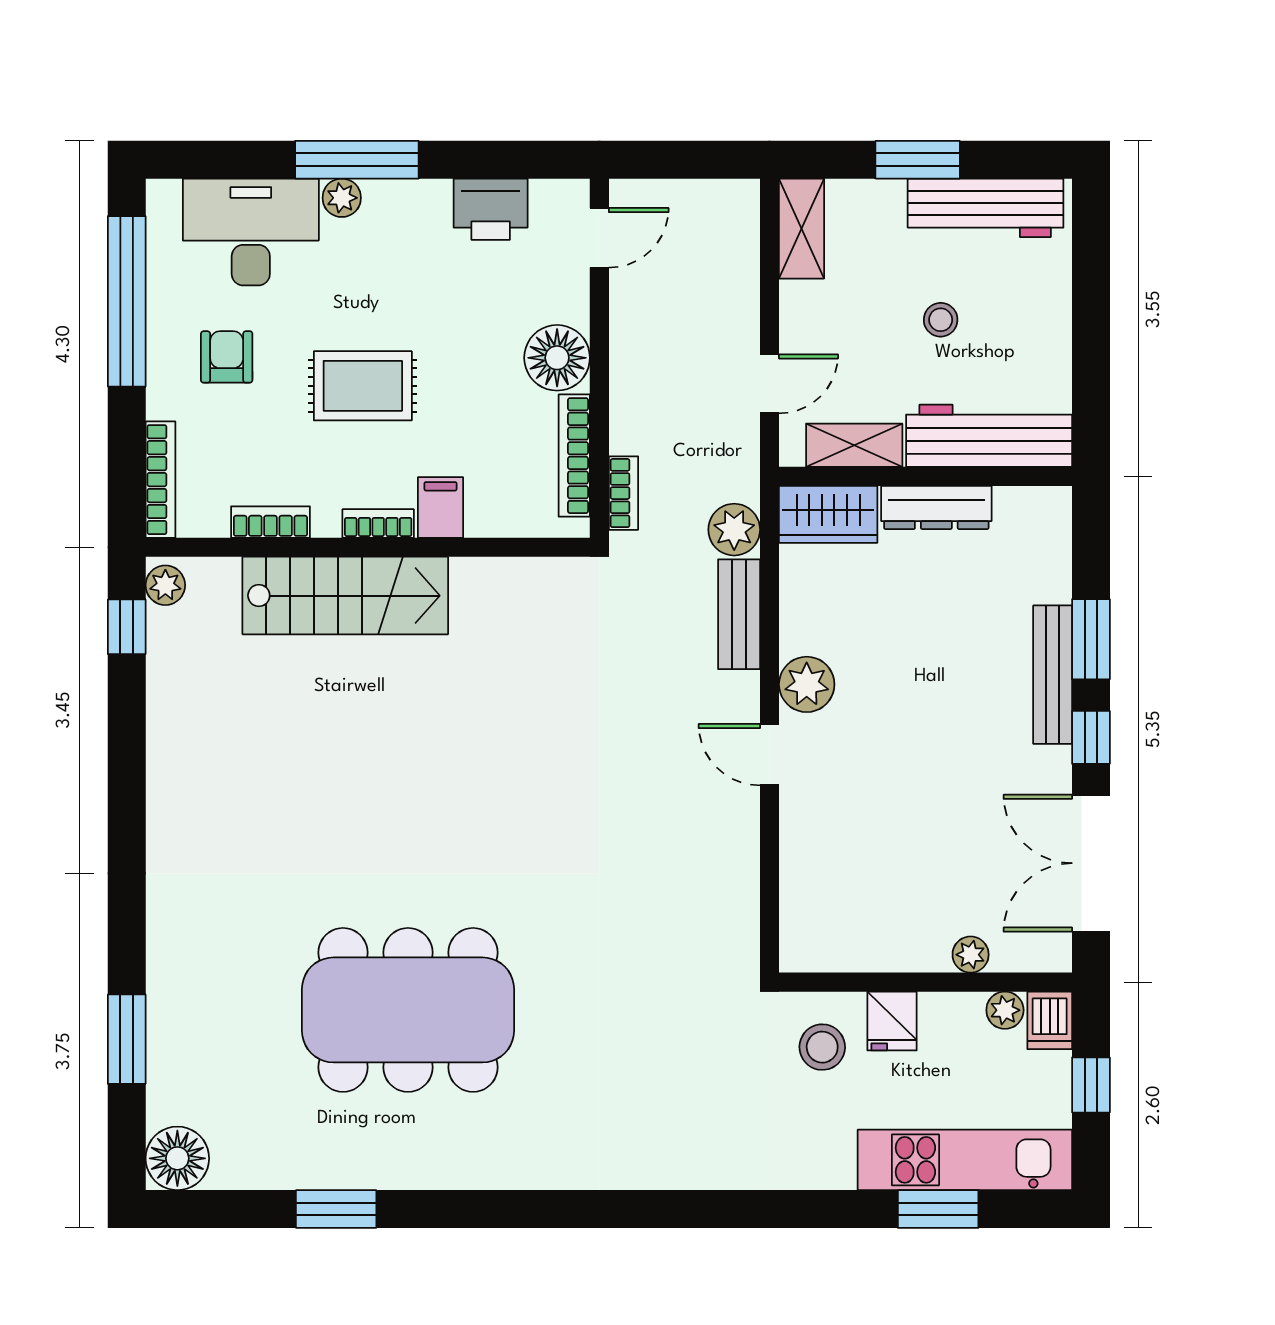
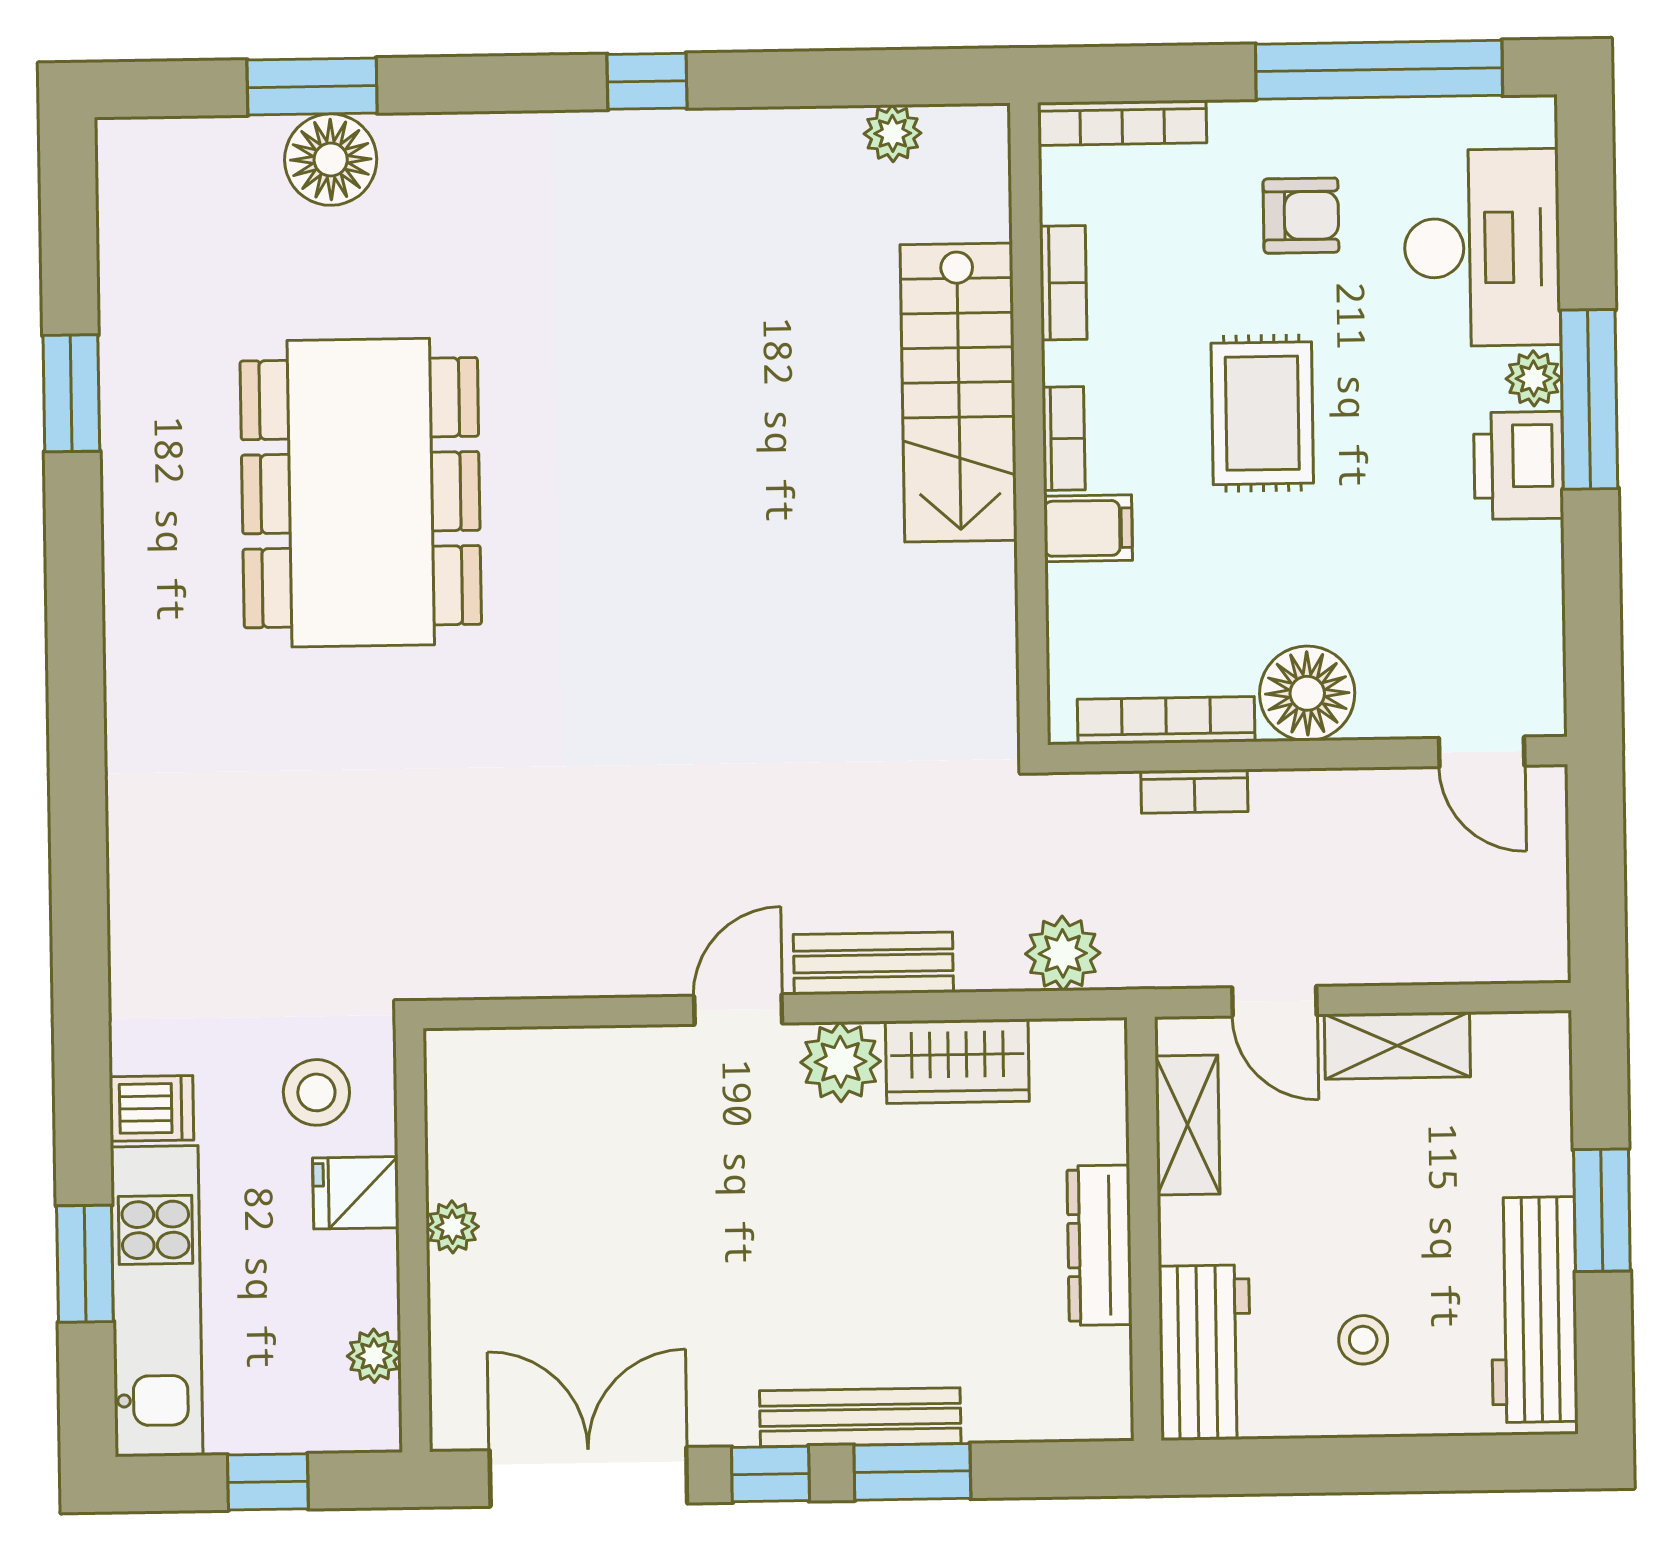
printer: (491, 209) -> (1519, 465), moved
shelving: (802, 229) -> (1397, 1046), moved
stool: (941, 320) -> (1363, 1340), moved
workbench: (989, 436) -> (1205, 1353), width x0.73
bookcase: (624, 493) -> (1194, 791), moved
wardrobe: (828, 514) -> (957, 1061), moved, turned -90
plant: (165, 585) -> (893, 133), moved
bench: (739, 614) -> (873, 963), moved
window: (127, 627) -> (647, 81), moved
plant: (971, 955) -> (452, 1227), moved
dishwasher: (1050, 1020) -> (152, 1108), moved, turned 180
floor lamp: (177, 1158) -> (331, 160), moved

